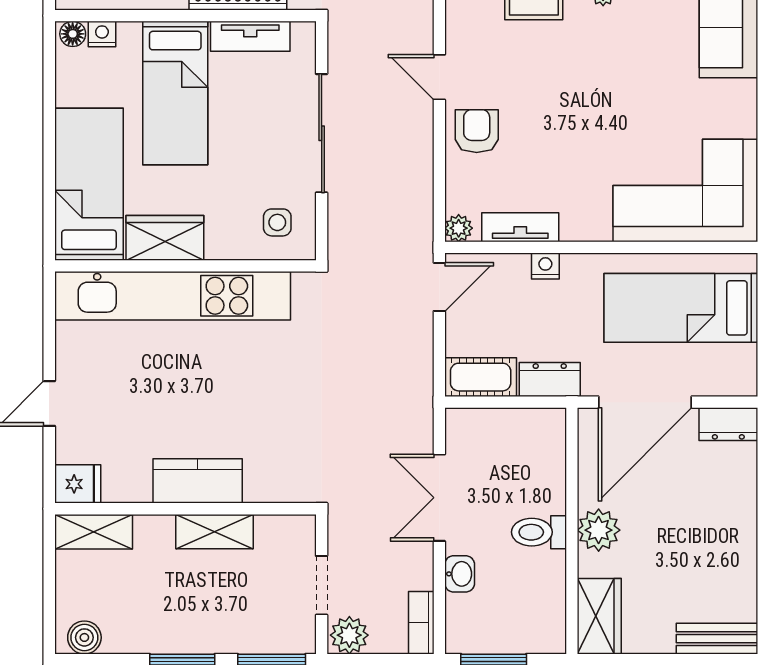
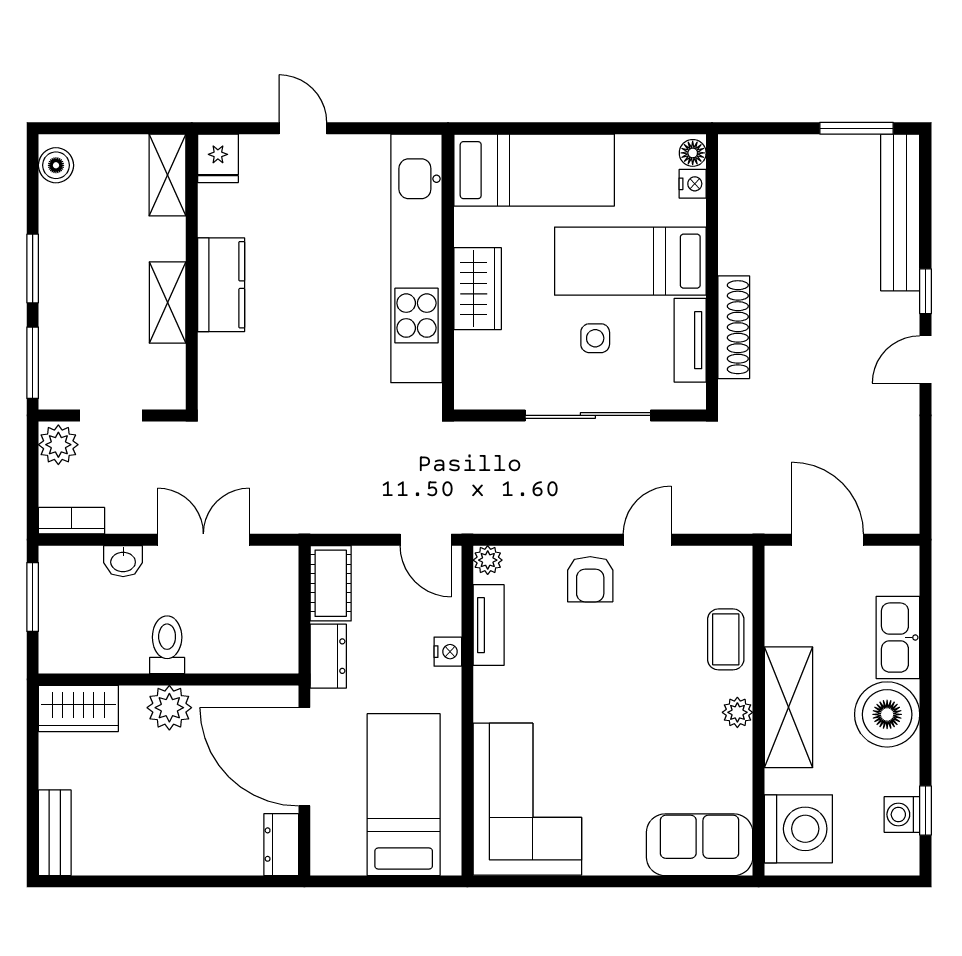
armchair: (477, 131) -> (590, 579), turned 90
side table: (277, 222) -> (595, 338), moved
wardrobe: (165, 238) -> (478, 289), moved

